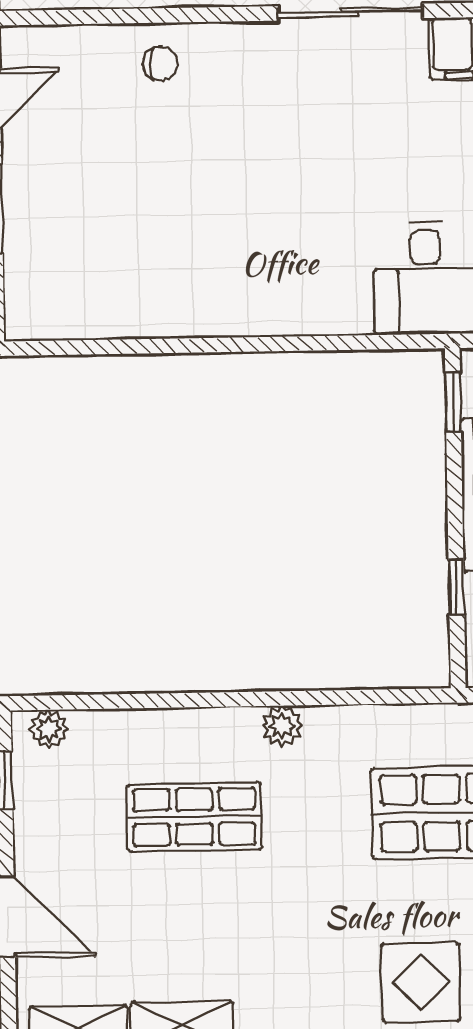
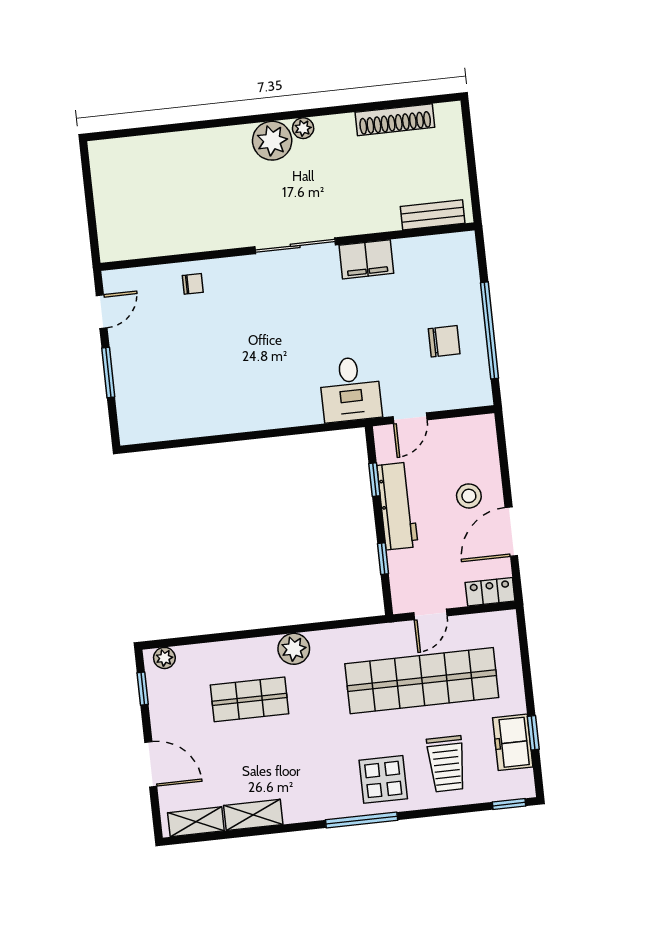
window: (453, 402) -> (374, 480), moved
plant: (282, 726) -> (294, 649), width x1.38, depth x1.38

